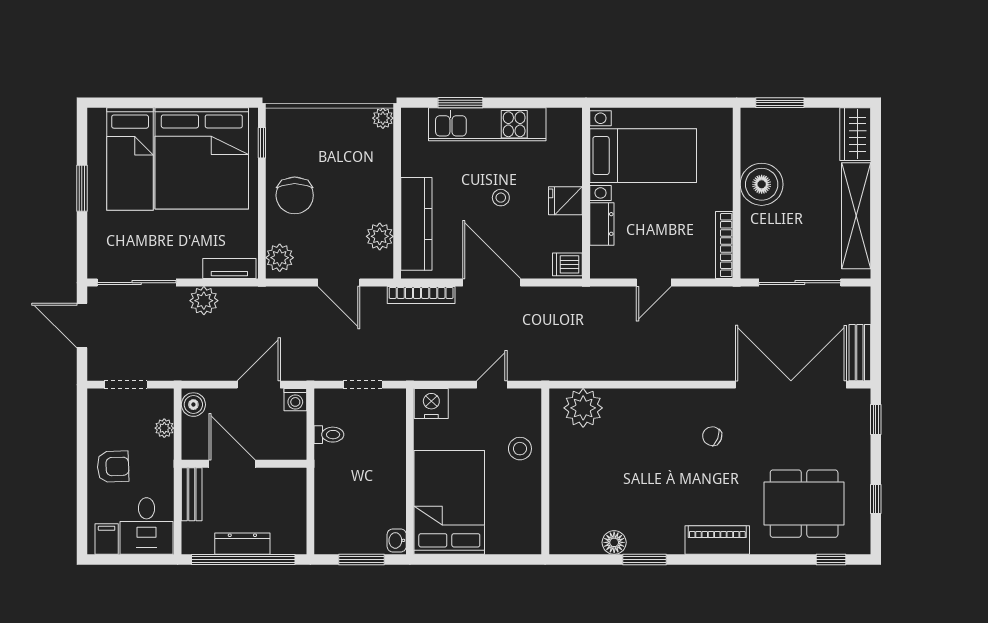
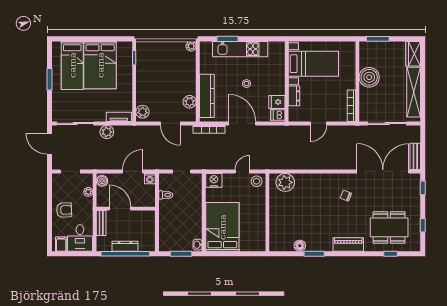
bed: (202, 158) -> (100, 65), width x0.73
chair: (295, 195) -> (150, 83), removed
fridge: (565, 201) -> (277, 102), moved
stool: (520, 449) -> (257, 181), moved
window: (831, 559) -> (391, 254), moved

